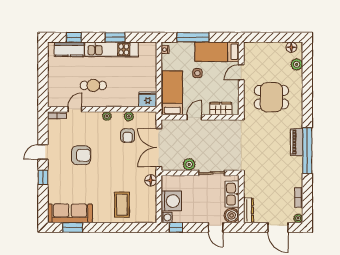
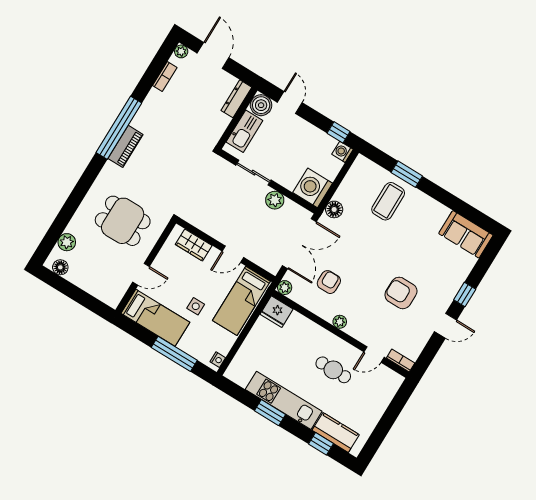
plant: (129, 116) -> (285, 288), moved
washing machine: (171, 201) -> (313, 188), moved
sofa: (70, 213) -> (466, 234), width x0.73
window: (73, 227) -> (407, 174), moved

